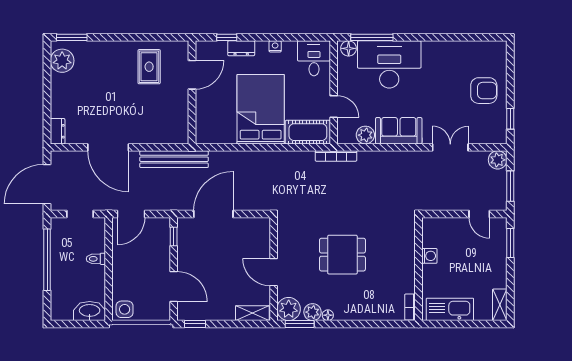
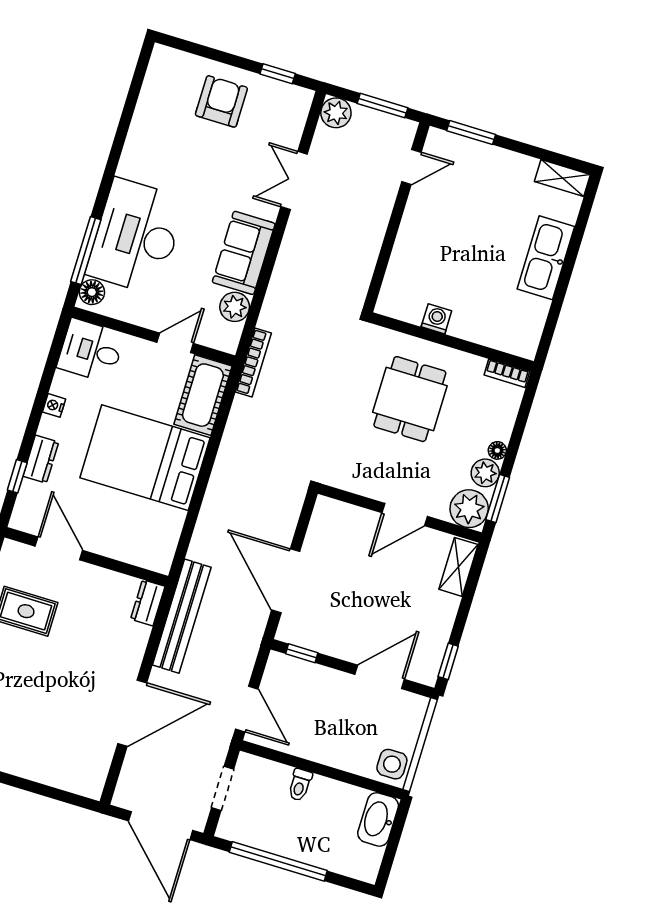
dresser: (58, 131) -> (148, 603), moved, turned -90
washing machine: (429, 256) -> (436, 319), moved
wall: (419, 269) -> (452, 342), moved
bookcase: (410, 307) -> (507, 373), moved

